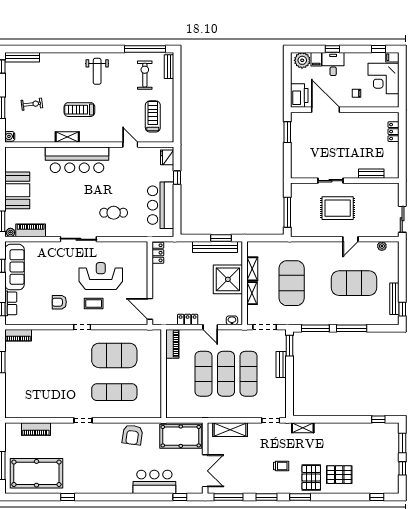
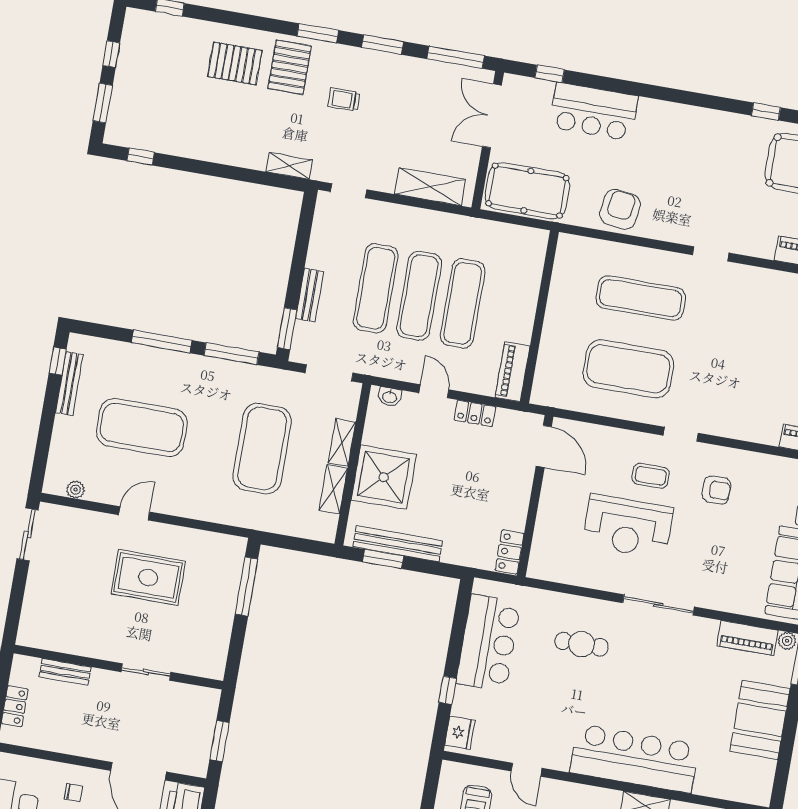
bench: (371, 174) -> (65, 672), moved
sliding door: (331, 181) -> (146, 672), moved
wall: (345, 181) -> (118, 667), moved

